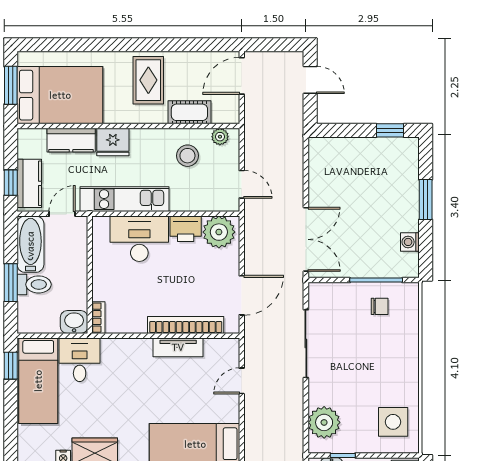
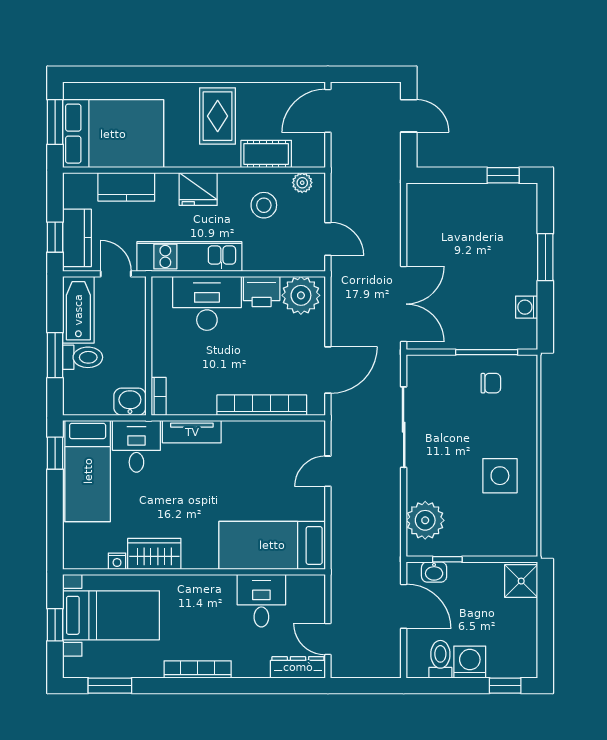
fridge: (113, 142) -> (198, 189), moved
door: (62, 214) -> (116, 274), hinge flipped
tv unit: (178, 347) -> (192, 432), moved
side table: (393, 422) -> (500, 476), moved

